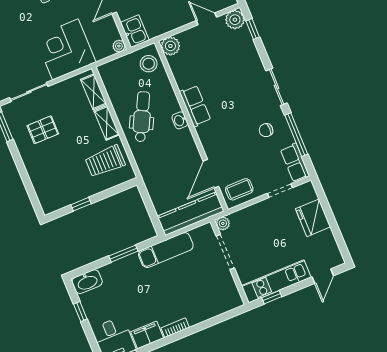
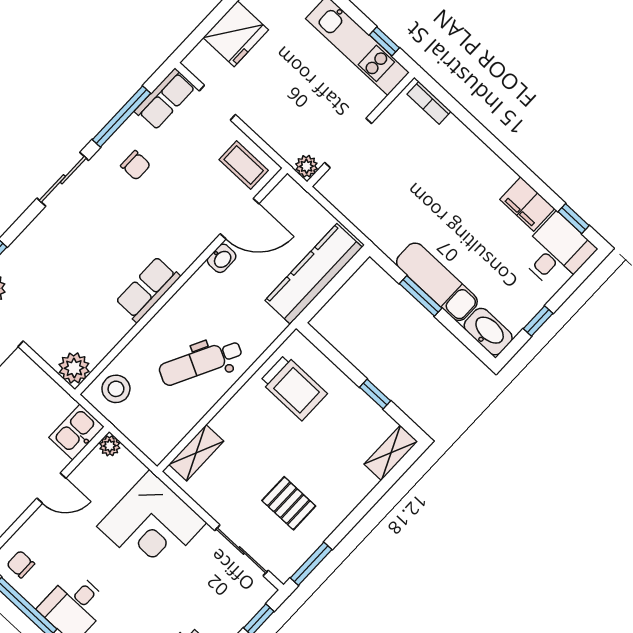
washbasin: (180, 120) -> (222, 258), moved
shelving: (107, 123) -> (391, 453), moved
kitchen counter: (191, 214) -> (314, 274), moved, turned 90
exam couch: (166, 250) -> (437, 282), moved
bookcase: (175, 328) -> (429, 103), moved

